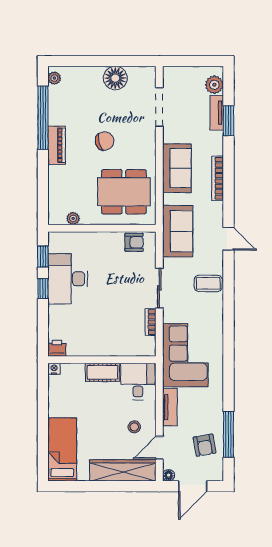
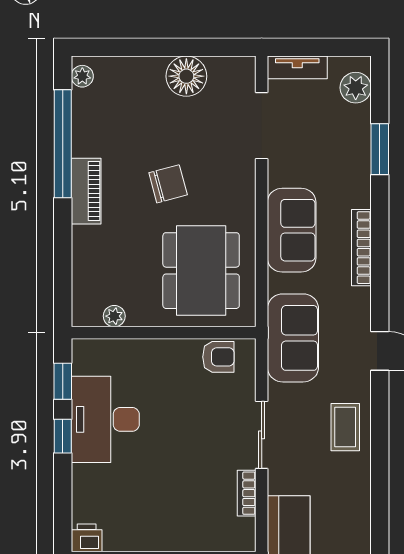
tv unit: (217, 113) -> (297, 67), moved, turned -90
dining table: (124, 192) -> (201, 271), turned 90
coffee table: (208, 283) -> (345, 427), turned 90

